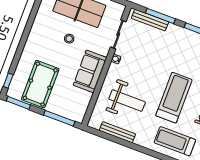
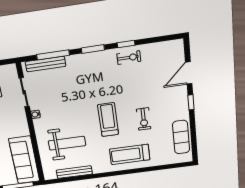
sofa: (90, 71) -> (24, 160), moved, width x1.36
treadmill: (174, 98) -> (108, 120), width x0.73, depth x0.73

